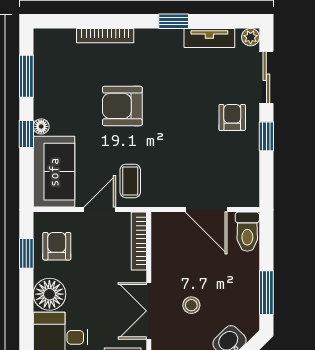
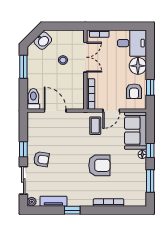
armchair: (232, 117) -> (41, 159), turned -81

